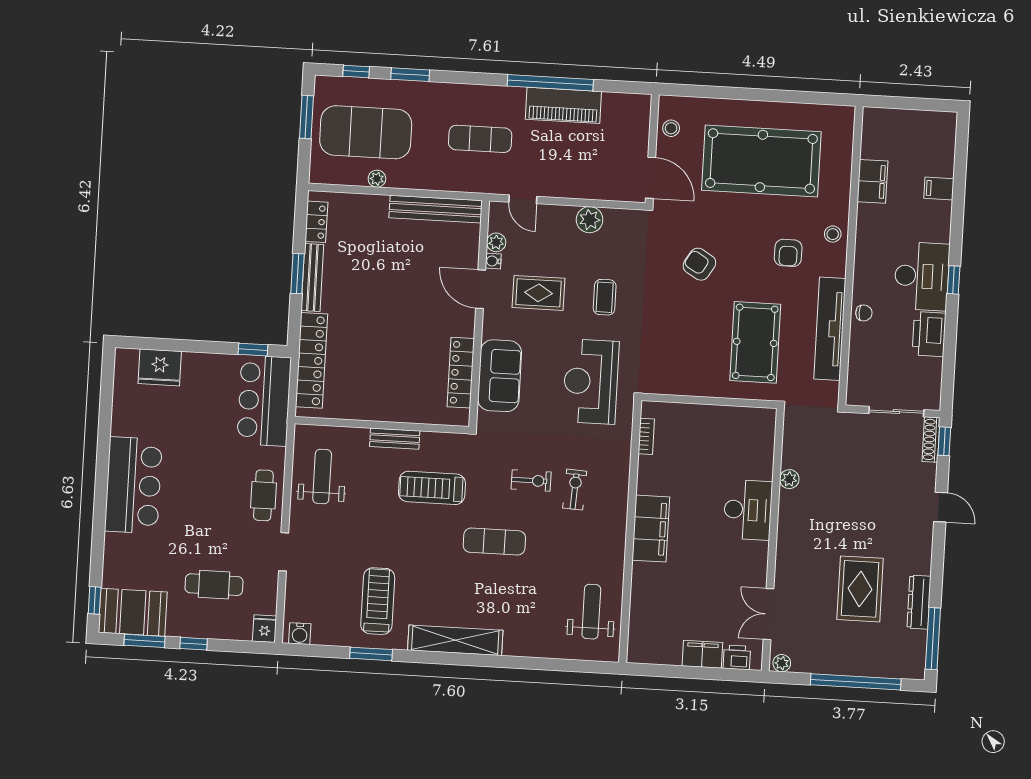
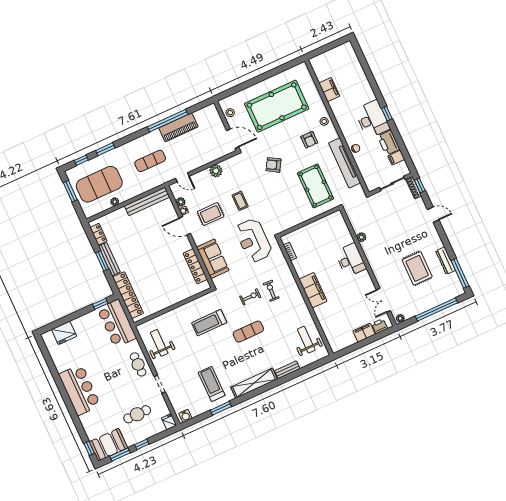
filing cabinet: (939, 189) -> (396, 158), moved
bench: (395, 439) -> (287, 370), moved

